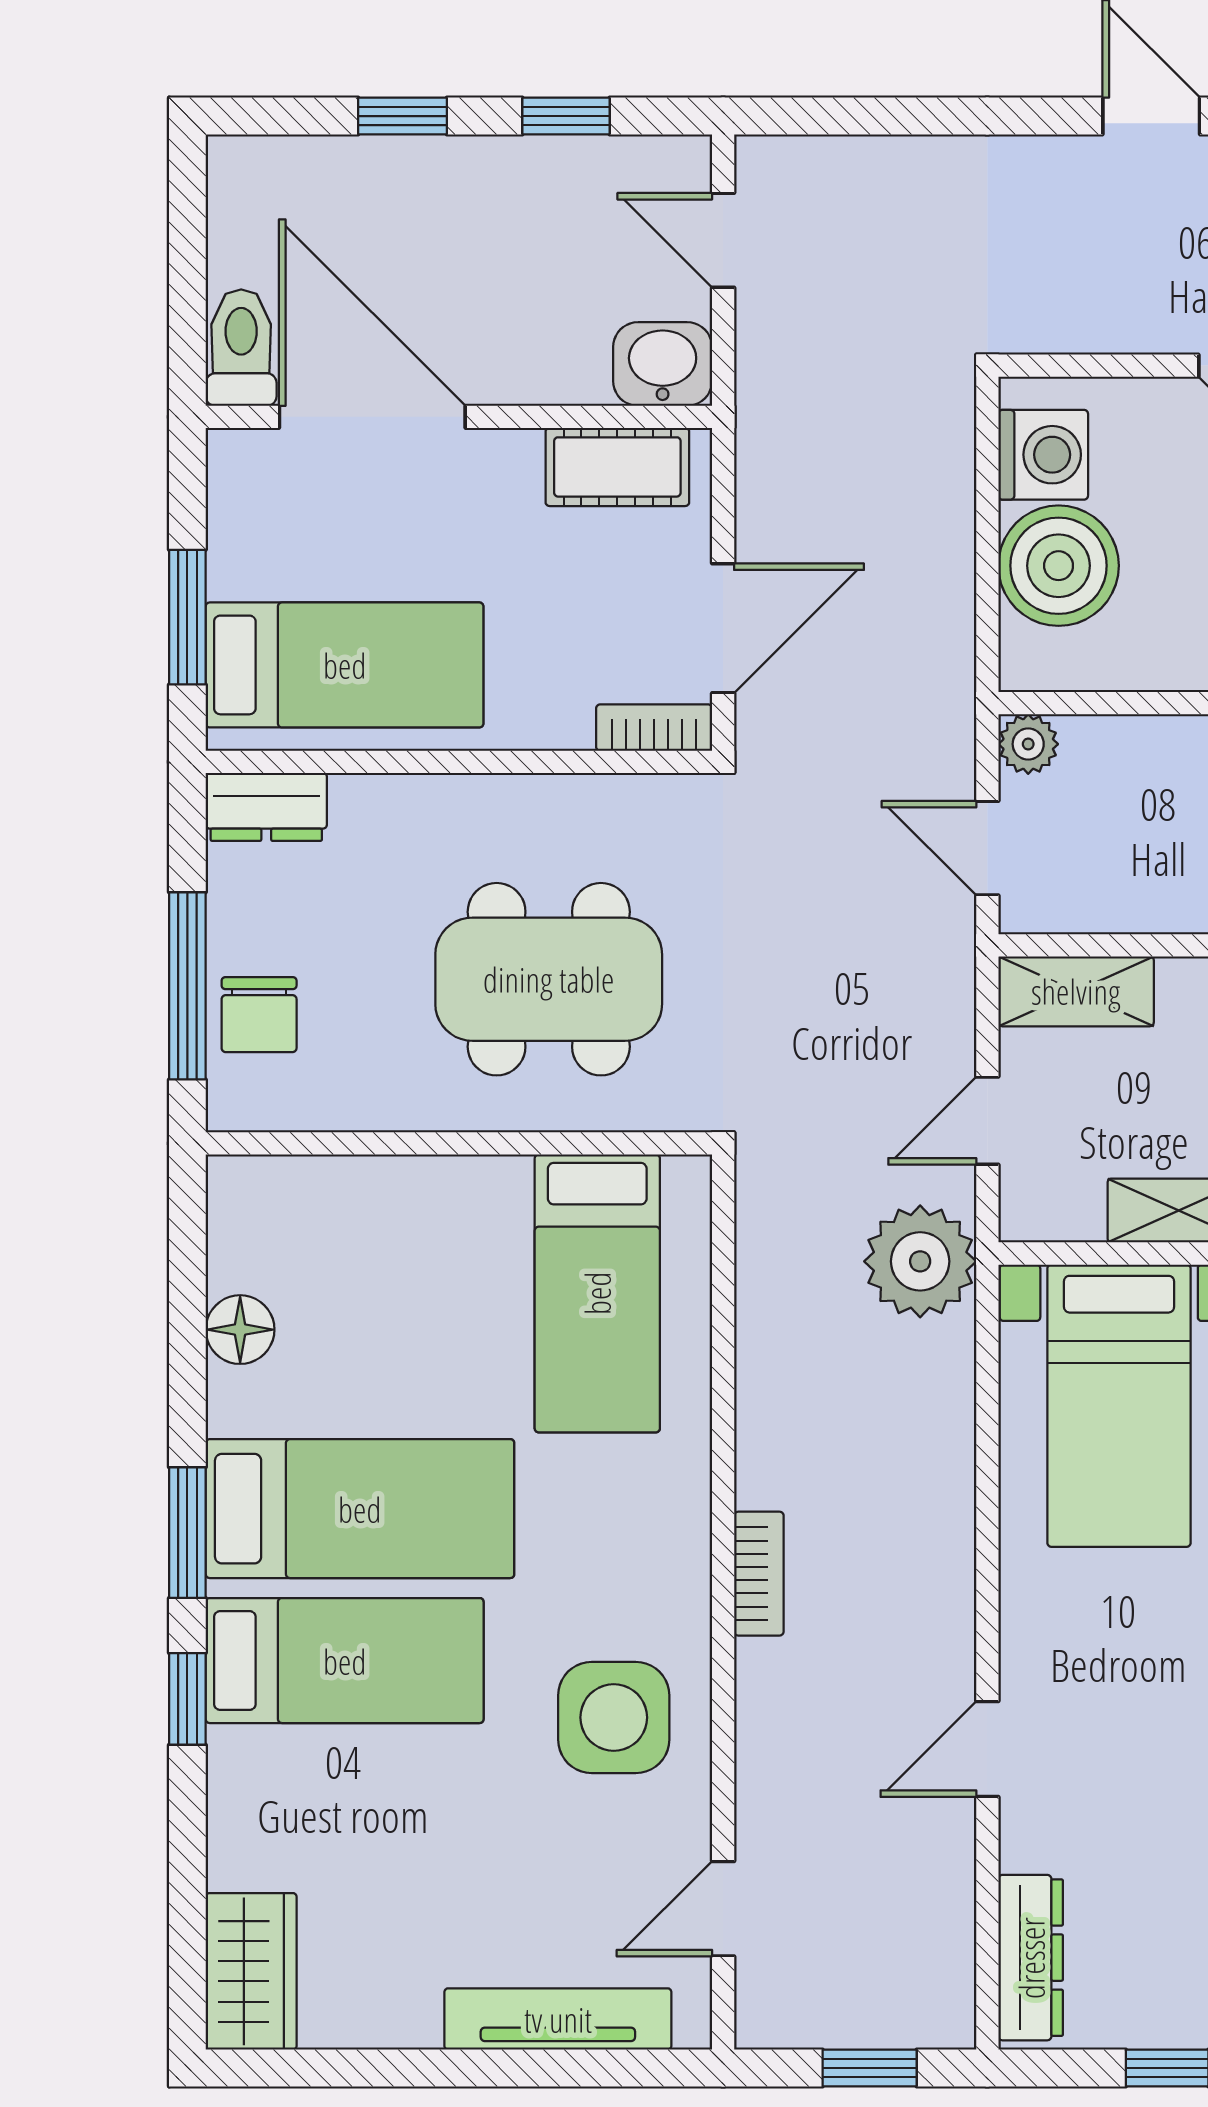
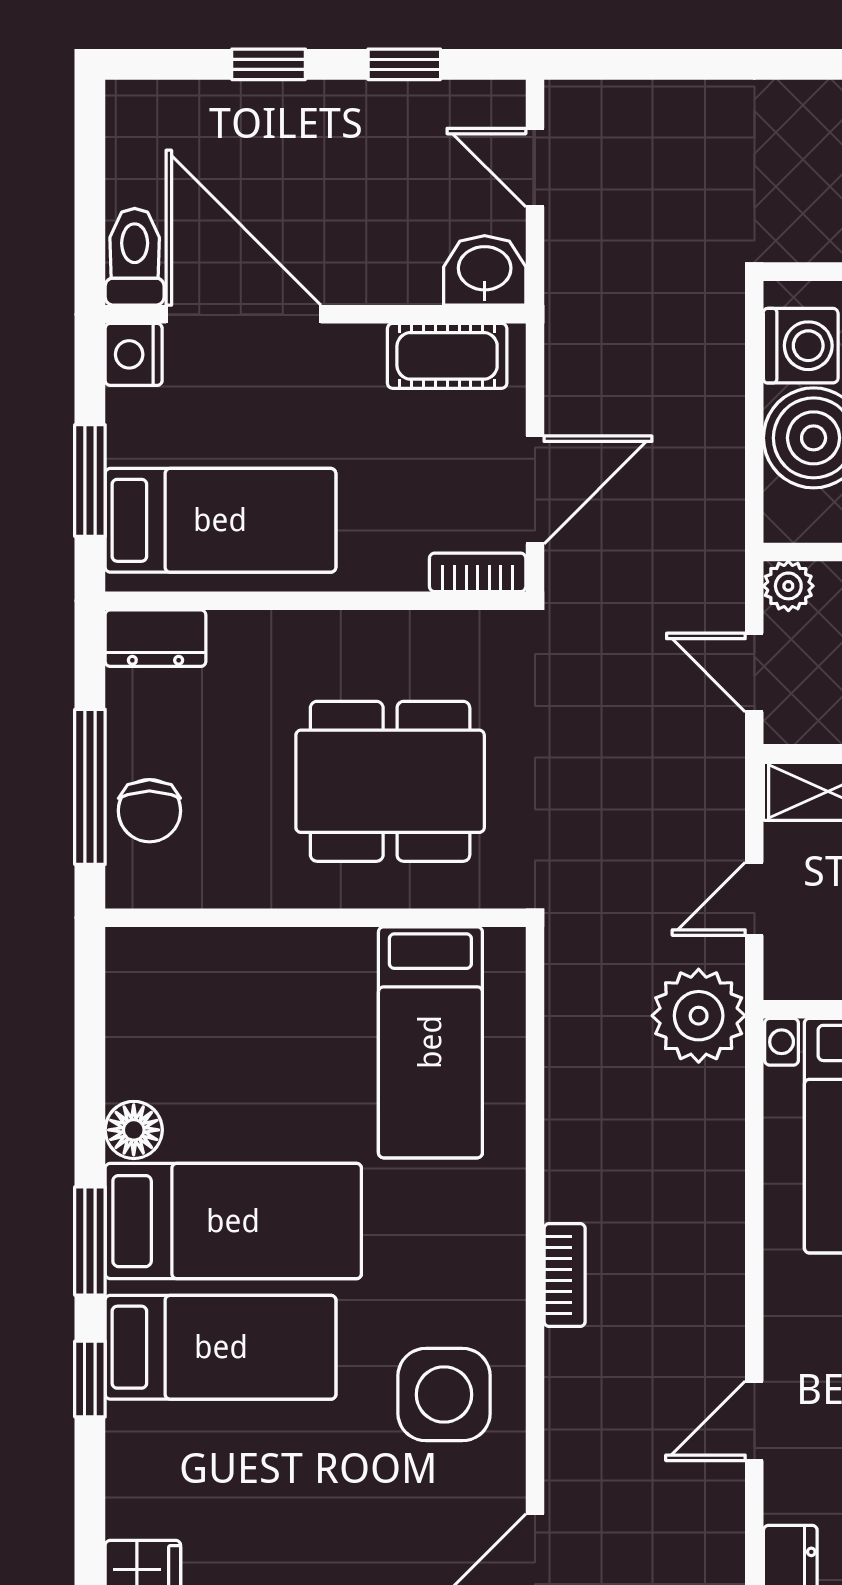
nightstand: (240, 465) -> (134, 354), added
floor lamp: (240, 1330) -> (134, 1130), moved

